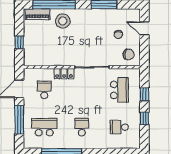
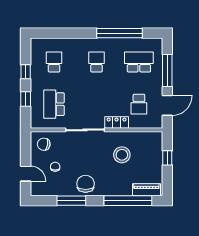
chair: (91, 19) -> (86, 184), added
stool: (63, 21) -> (122, 155), moved
school desk: (44, 127) -> (139, 62), turned 180
school desk: (82, 127) -> (96, 62), turned 180
school desk: (119, 127) -> (54, 62), turned -90

